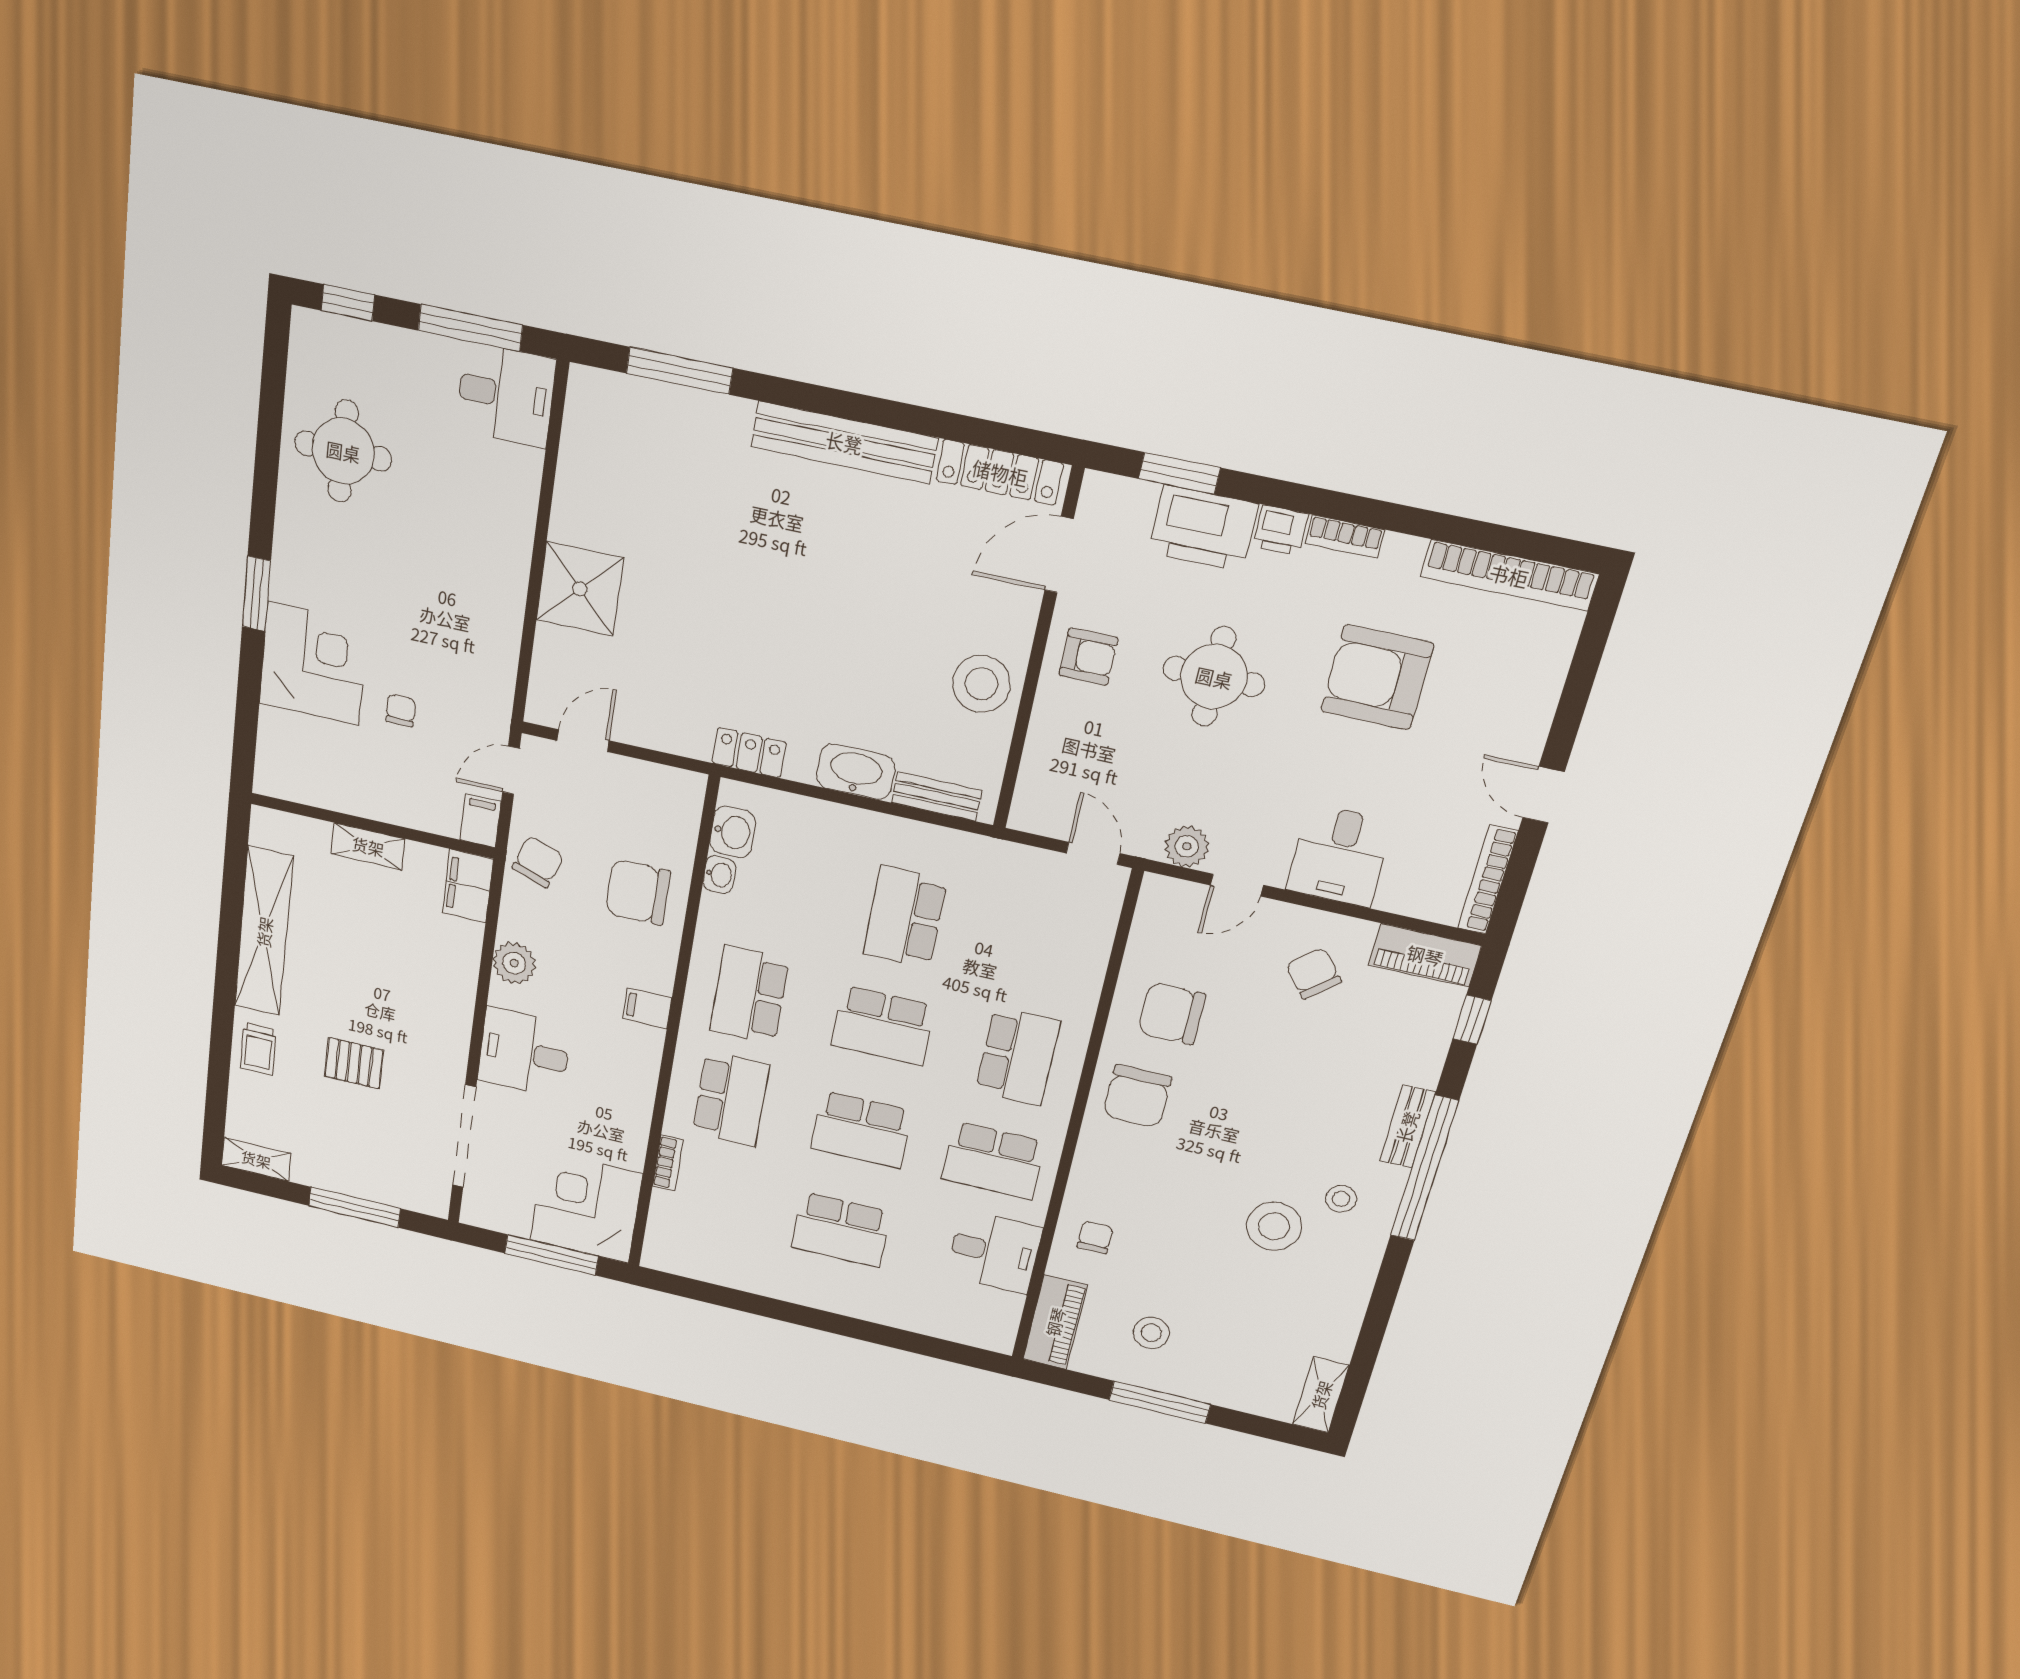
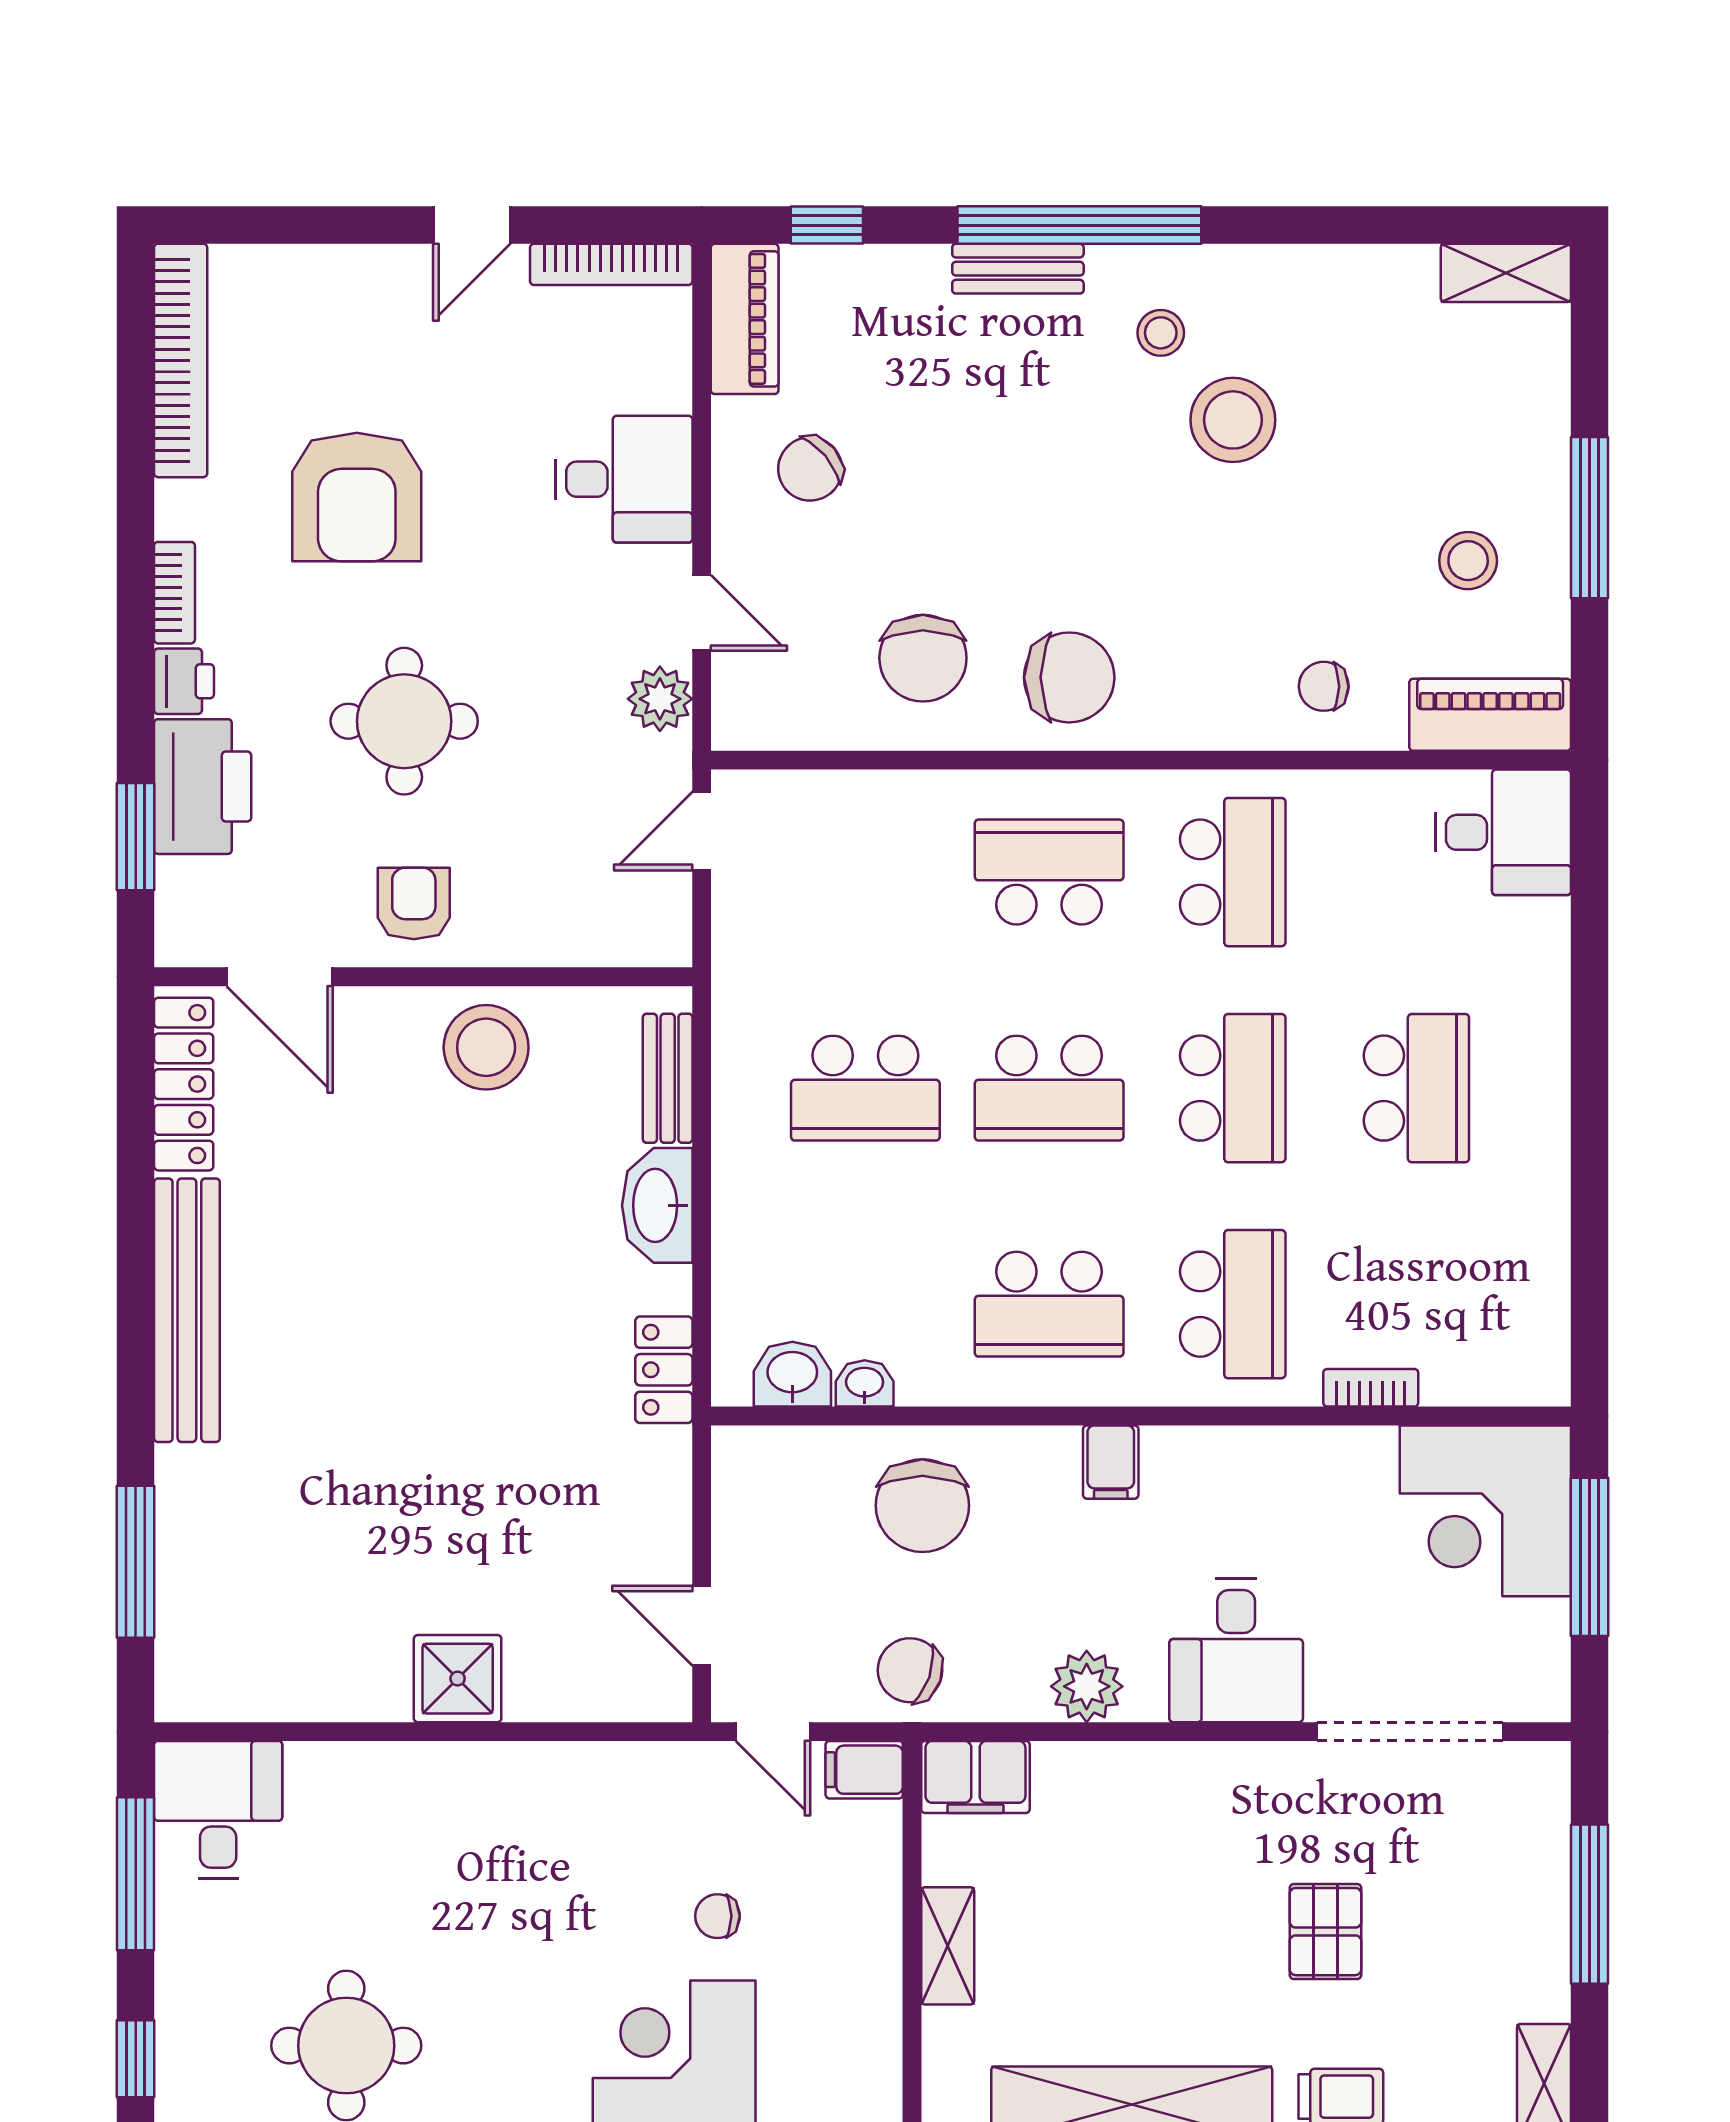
shower: (580, 589) -> (458, 1679), width x0.73, depth x0.73
school desk: (883, 1025) -> (1049, 1088), turned 90
school desk: (731, 1099) -> (1233, 1304), turned 90
desk: (994, 1252) -> (1503, 832), moved, turned 90

